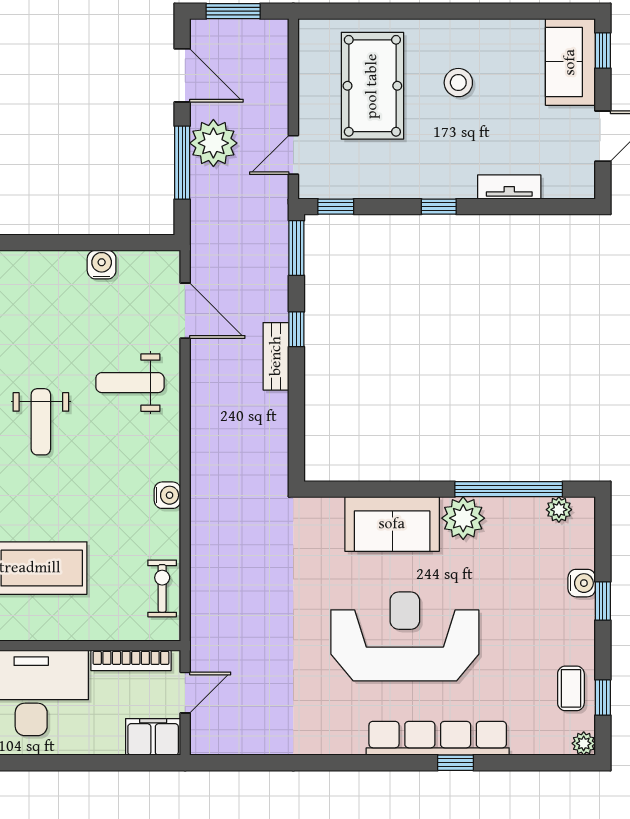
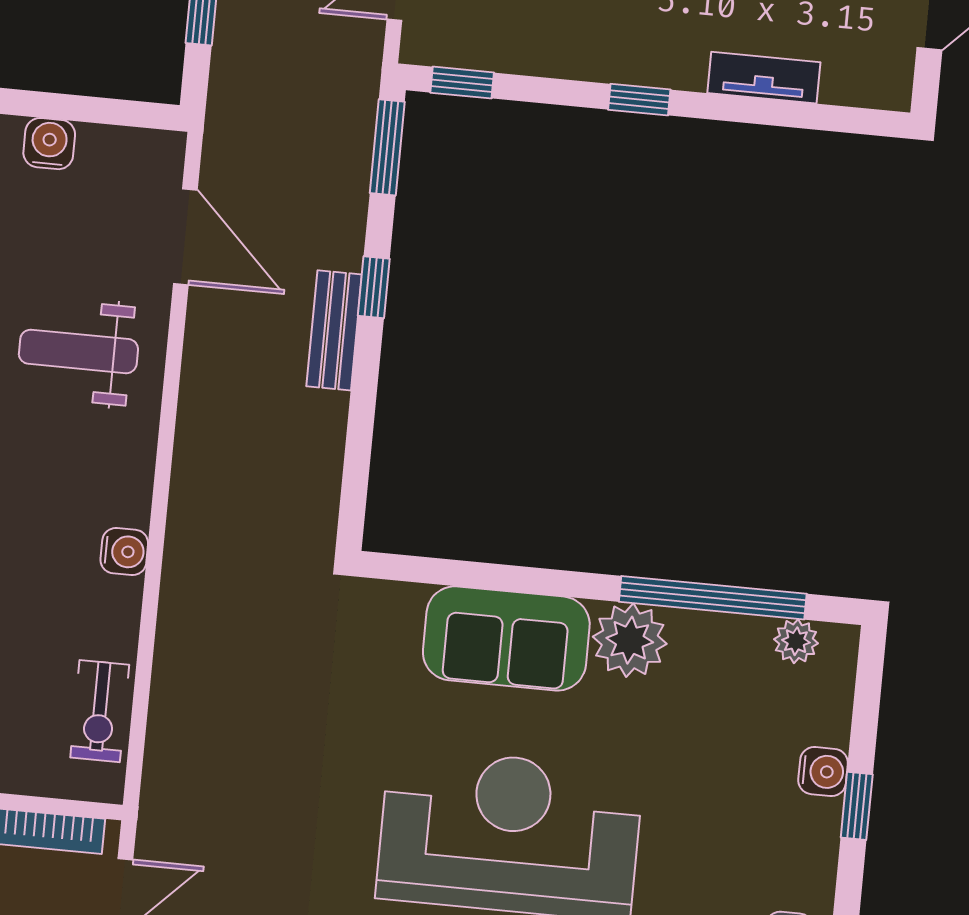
exercise bike: (162, 588) -> (100, 711), turned 180

